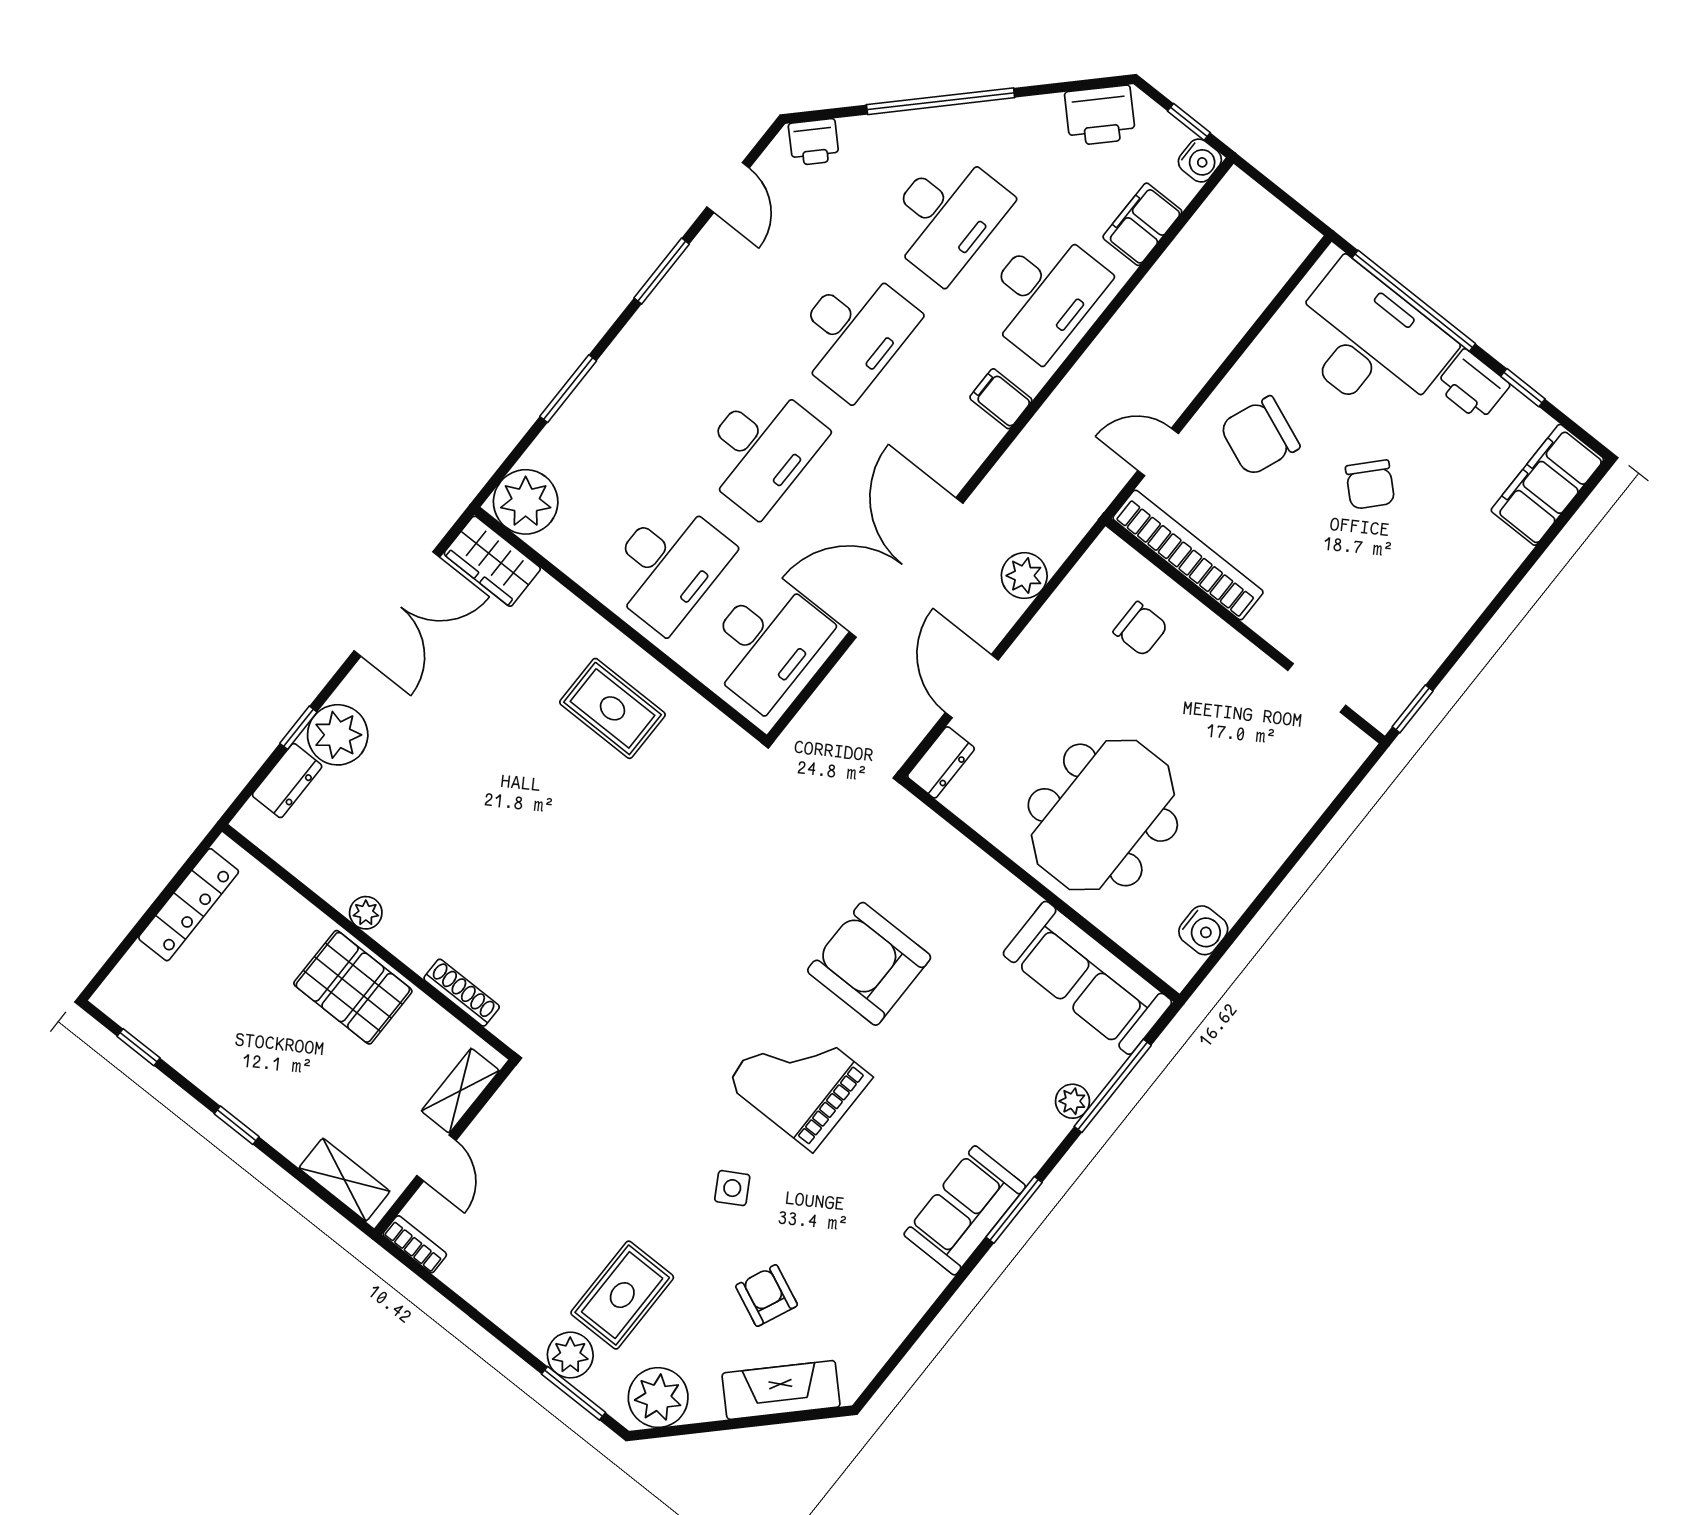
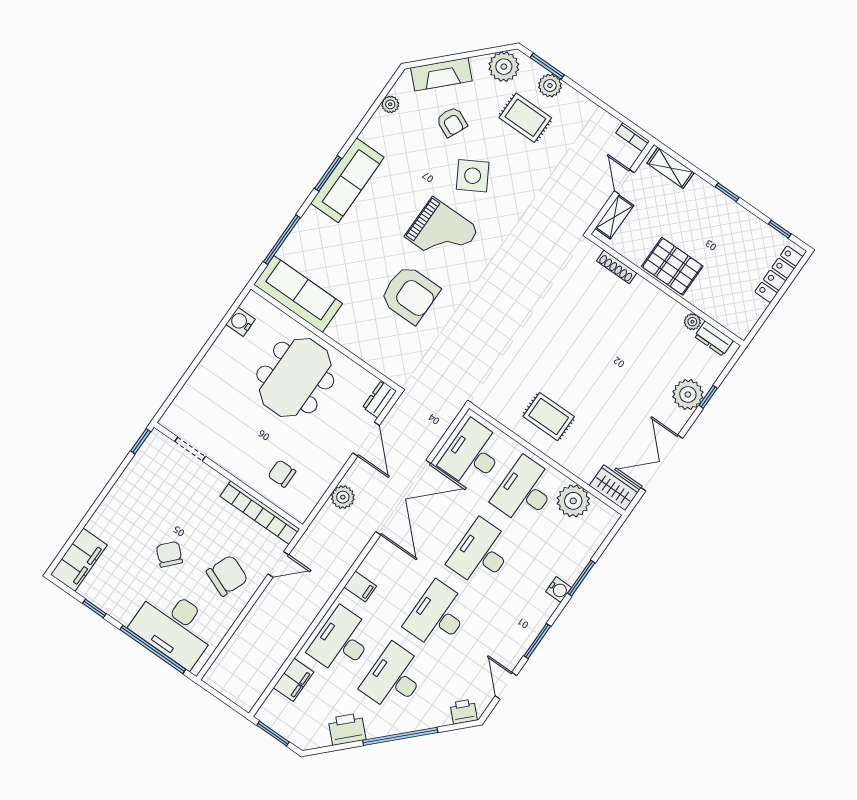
printer: (1100, 115) -> (347, 729), moved
window: (1189, 122) -> (273, 734), width x1.50
water cooler: (1200, 161) -> (559, 590), moved, turned 180
printer: (1472, 385) -> (120, 608), removed
plant: (526, 502) -> (573, 501), moved
dresser: (287, 781) -> (714, 339), moved, turned -90
locker: (189, 905) -> (779, 274), moved
plant: (366, 913) -> (692, 322), moved
plant: (1072, 1101) -> (390, 104), moved
side table: (732, 1188) -> (473, 176), width x1.87, depth x1.87
sofa: (965, 1210) -> (347, 180), width x1.36
rug: (622, 1295) -> (525, 118), turned 90

